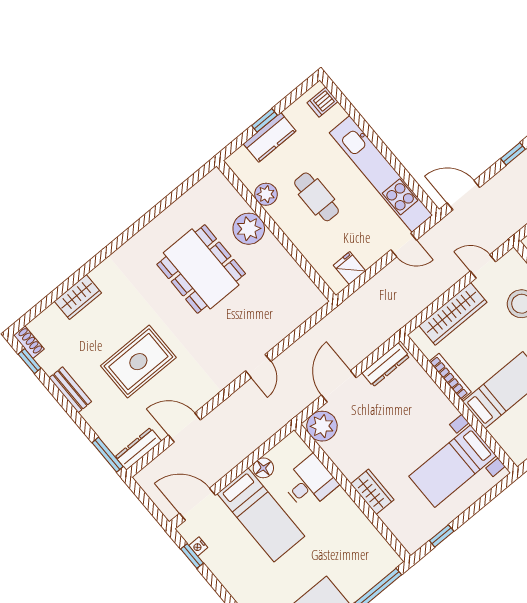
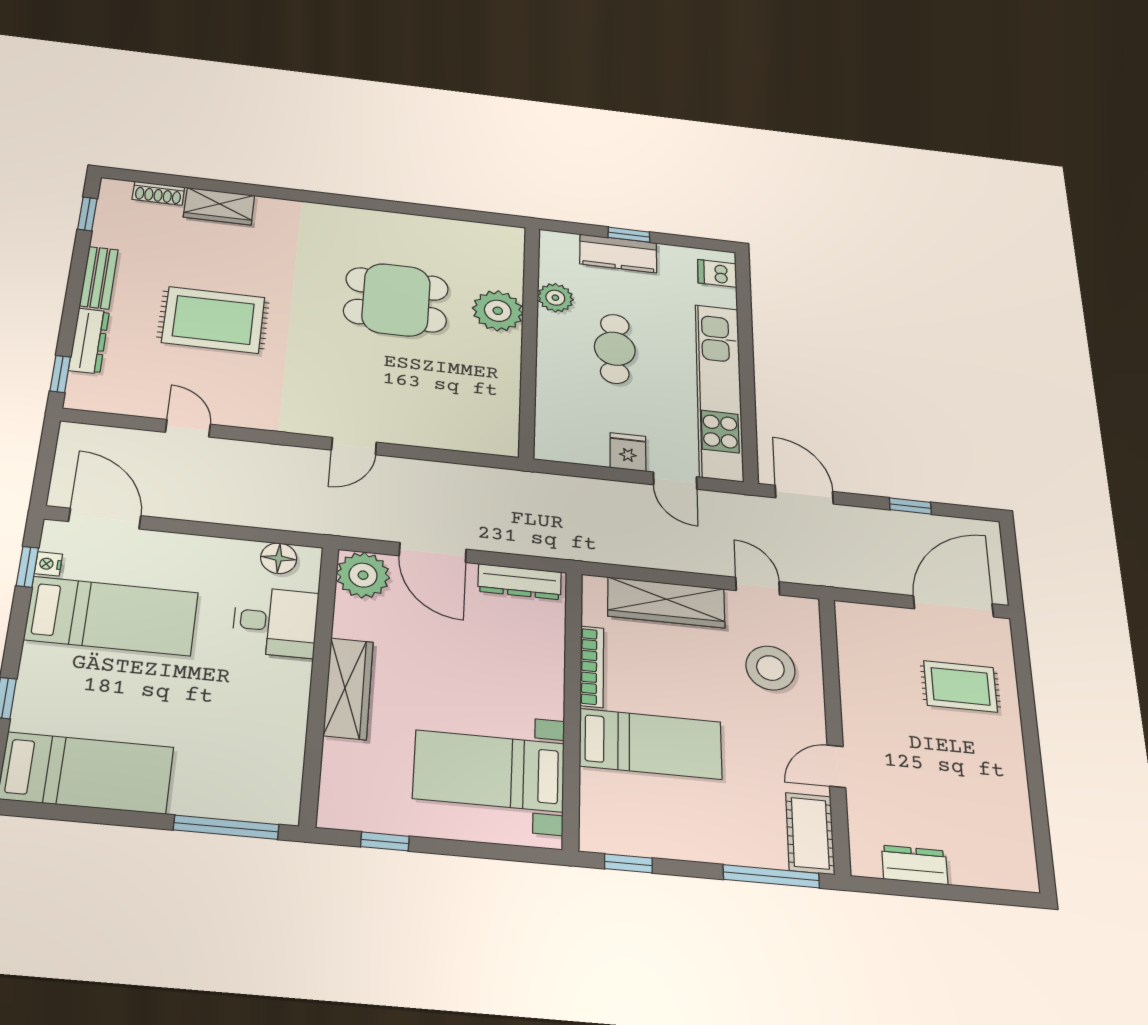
fridge: (349, 268) -> (628, 452), moved
dining table: (201, 269) -> (396, 300), width x0.73
shoe rack: (29, 342) -> (158, 193), moved, turned 90
door: (339, 386) -> (433, 553), swing flipped
door: (185, 428) -> (188, 428), width x0.73
dresser: (138, 449) -> (89, 341), moved, turned 90
window: (108, 455) -> (60, 374), width x0.67
floor lamp: (263, 468) -> (279, 558), moved
wardrobe: (372, 492) -> (348, 688), width x1.50
bed: (261, 515) -> (112, 616), moved, turned -90

